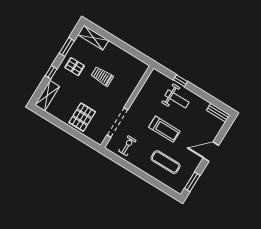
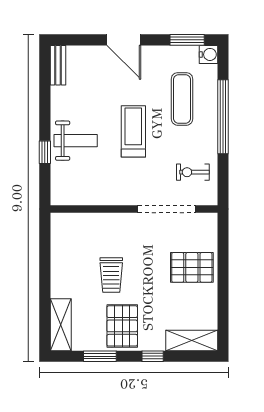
pallet: (75, 67) -> (122, 326), width x1.50, depth x1.42
weight bench: (177, 99) -> (76, 141), turned 90
window: (145, 176) -> (223, 117), added
water cooler: (179, 188) -> (208, 54), added

